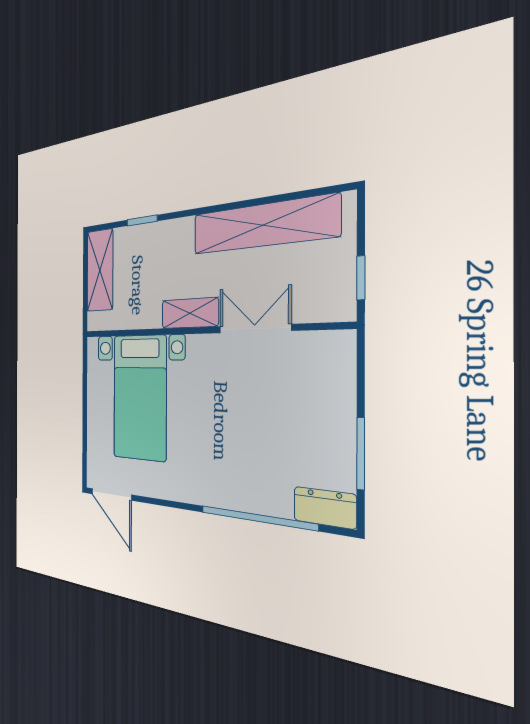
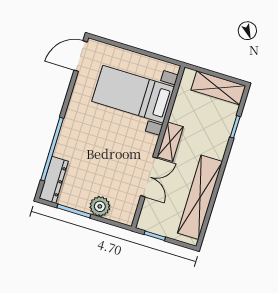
plant: (335, 404) -> (100, 206), added
dresser: (325, 508) -> (54, 180), width x1.44

